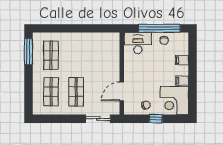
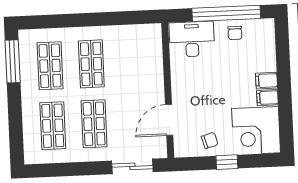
shop shelf: (76, 55) -> (91, 64), added
filing cabinet: (182, 60) -> (267, 81), moved

